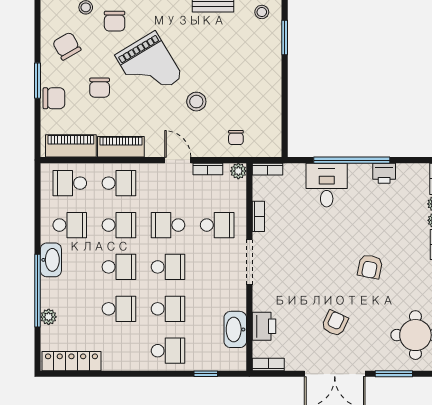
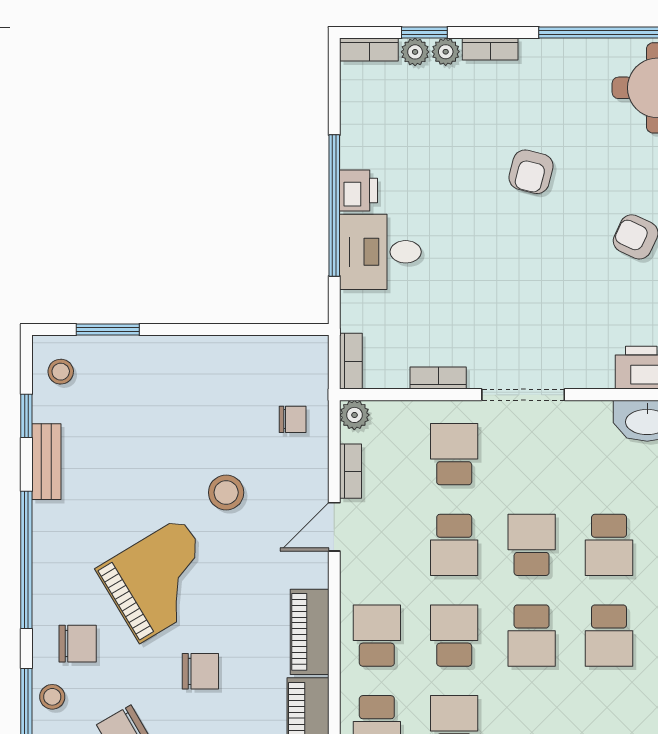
printer: (384, 173) -> (358, 190), moved
school desk: (119, 267) -> (532, 636), turned 180
armchair: (370, 267) -> (531, 172), turned 93
school desk: (119, 309) -> (609, 636), turned 180
school desk: (168, 309) -> (609, 545), turned 180

